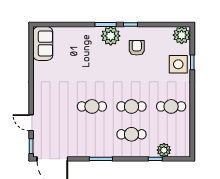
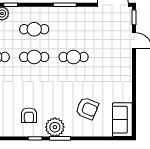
armchair: (78, 55) -> (87, 108), added

